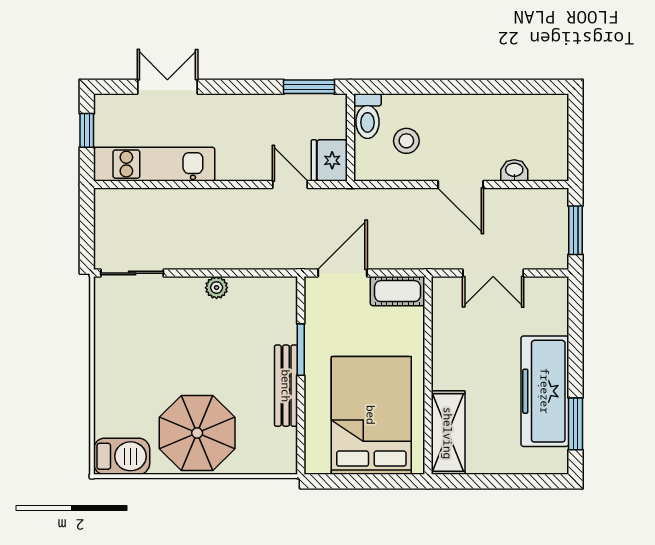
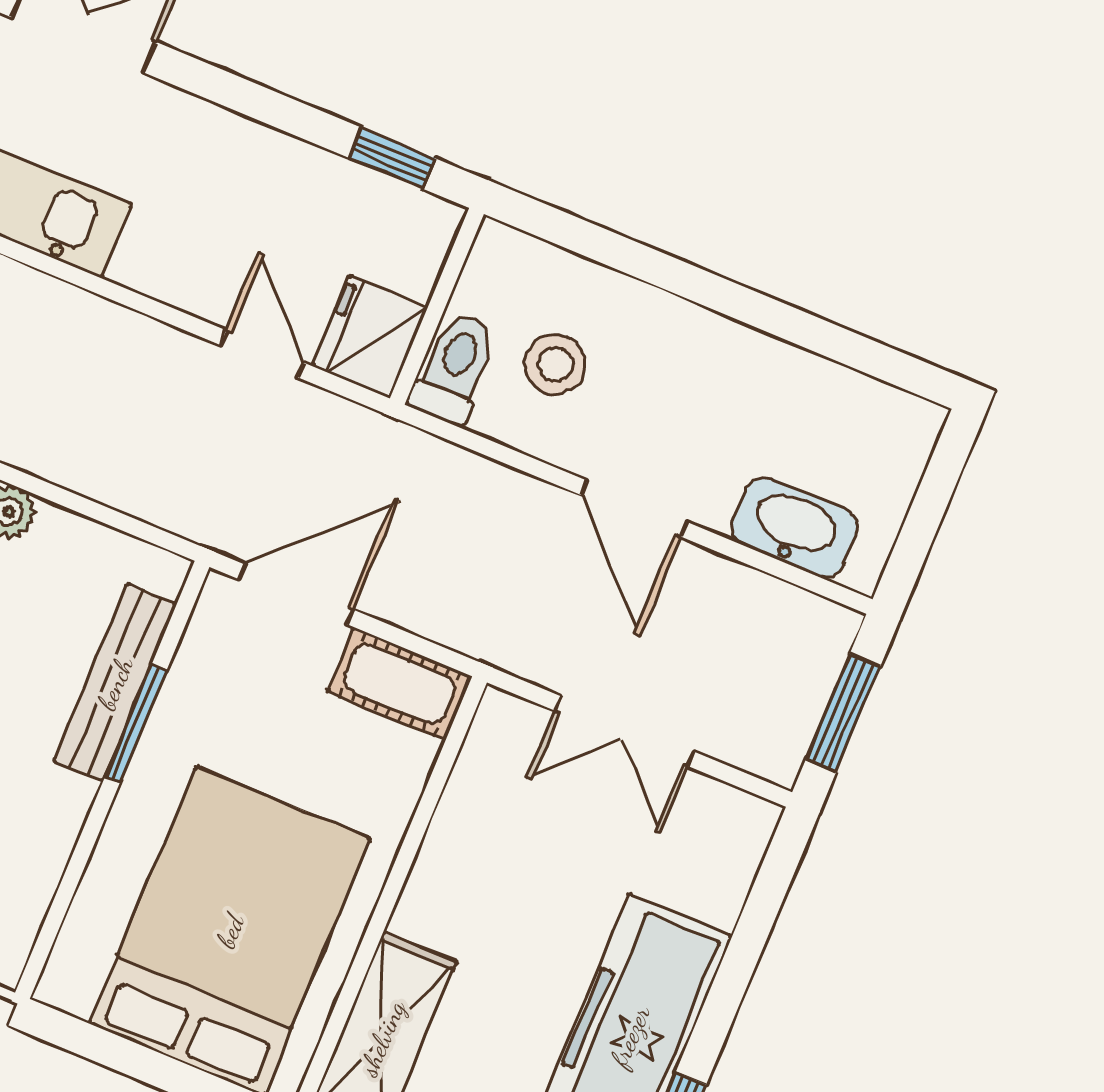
window: (309, 87) -> (392, 158), width x0.67
toilet: (368, 116) -> (454, 368), moved, turned 180
washbasin: (514, 170) -> (795, 527), width x1.91, depth x1.45
bench: (286, 386) -> (115, 683), moved

